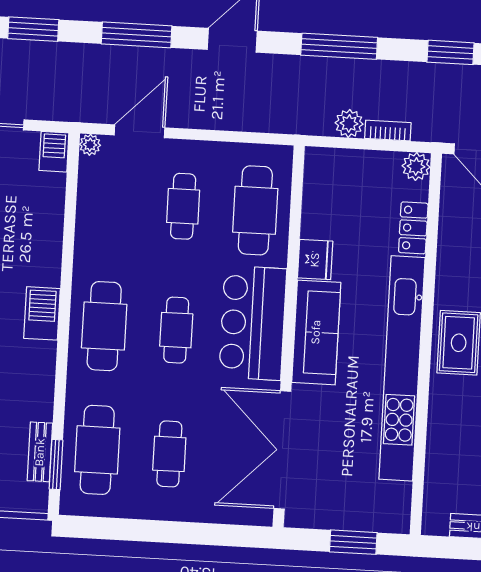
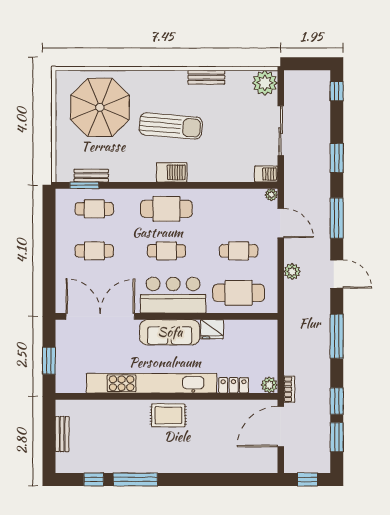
plant: (349, 123) -> (292, 271), moved
bookcase: (388, 131) -> (289, 389), moved
cafe table: (97, 450) -> (94, 209), width x0.73, depth x0.74

